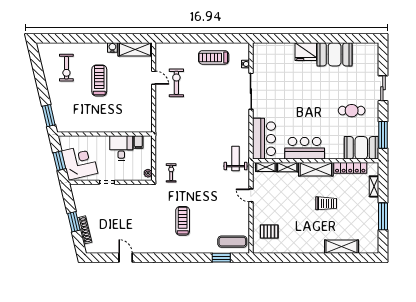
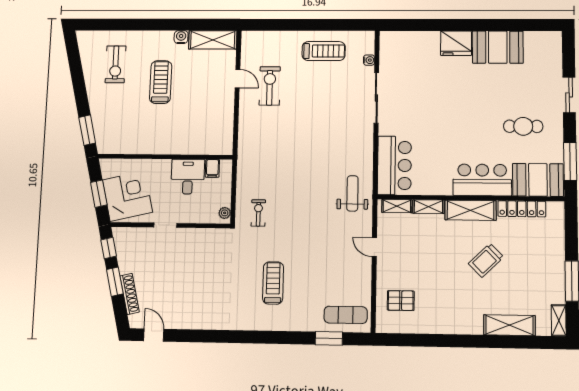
treadmill: (214, 57) -> (324, 51), turned 180
bar counter: (305, 148) -> (482, 180), moved
shelving: (374, 186) -> (559, 320), moved
window: (68, 199) -> (109, 248), added
trolley: (326, 203) -> (486, 260), turned 136
door: (126, 258) -> (154, 335), moved

